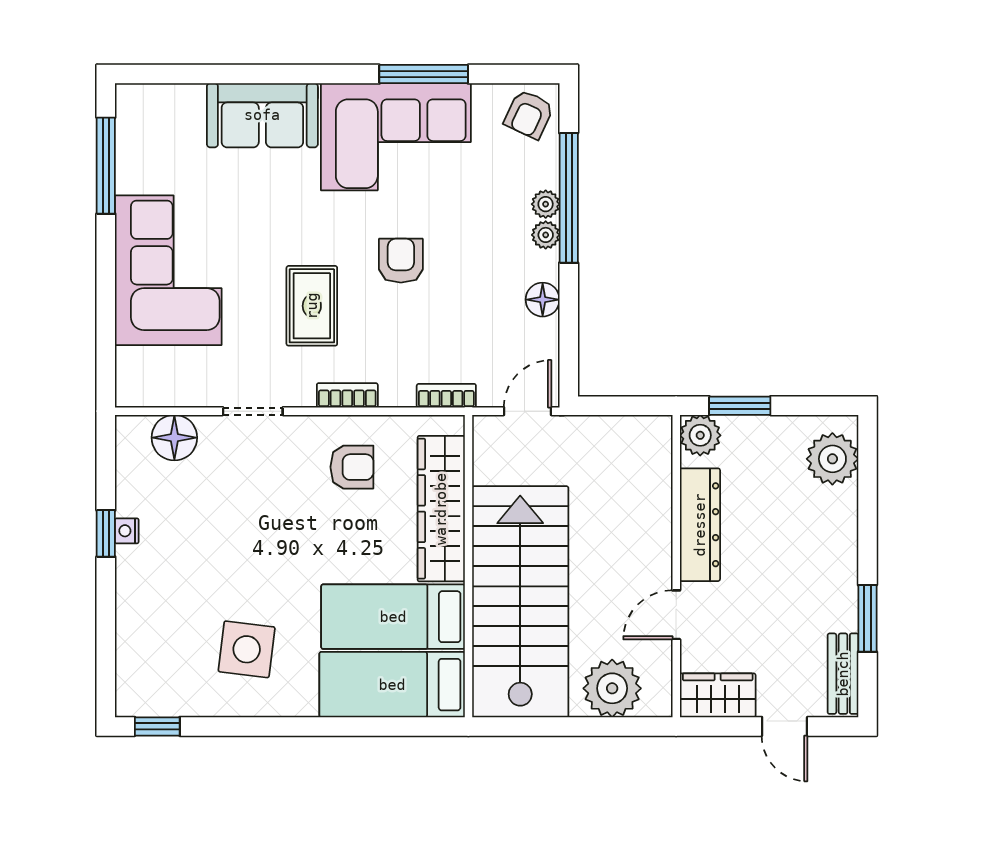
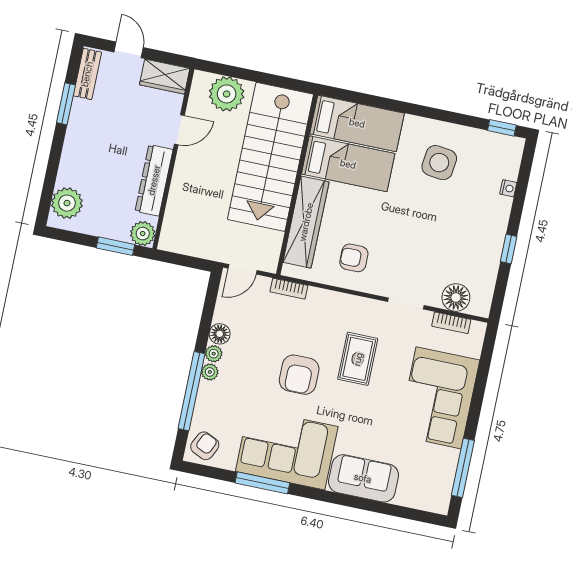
plant: (546, 204) -> (214, 354), moved
armchair: (401, 261) -> (299, 375), width x1.38, depth x1.38
bookcase: (347, 395) -> (451, 323), moved
nightstand: (127, 531) -> (508, 188), moved

